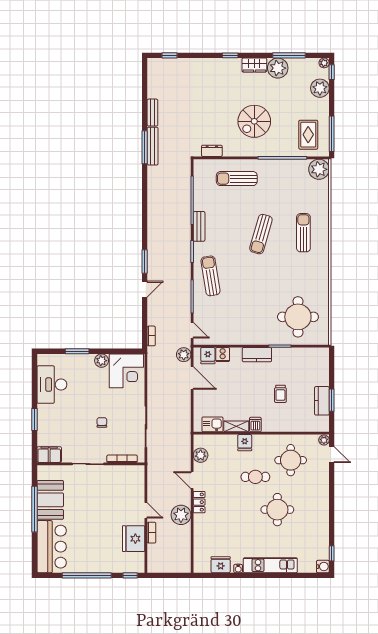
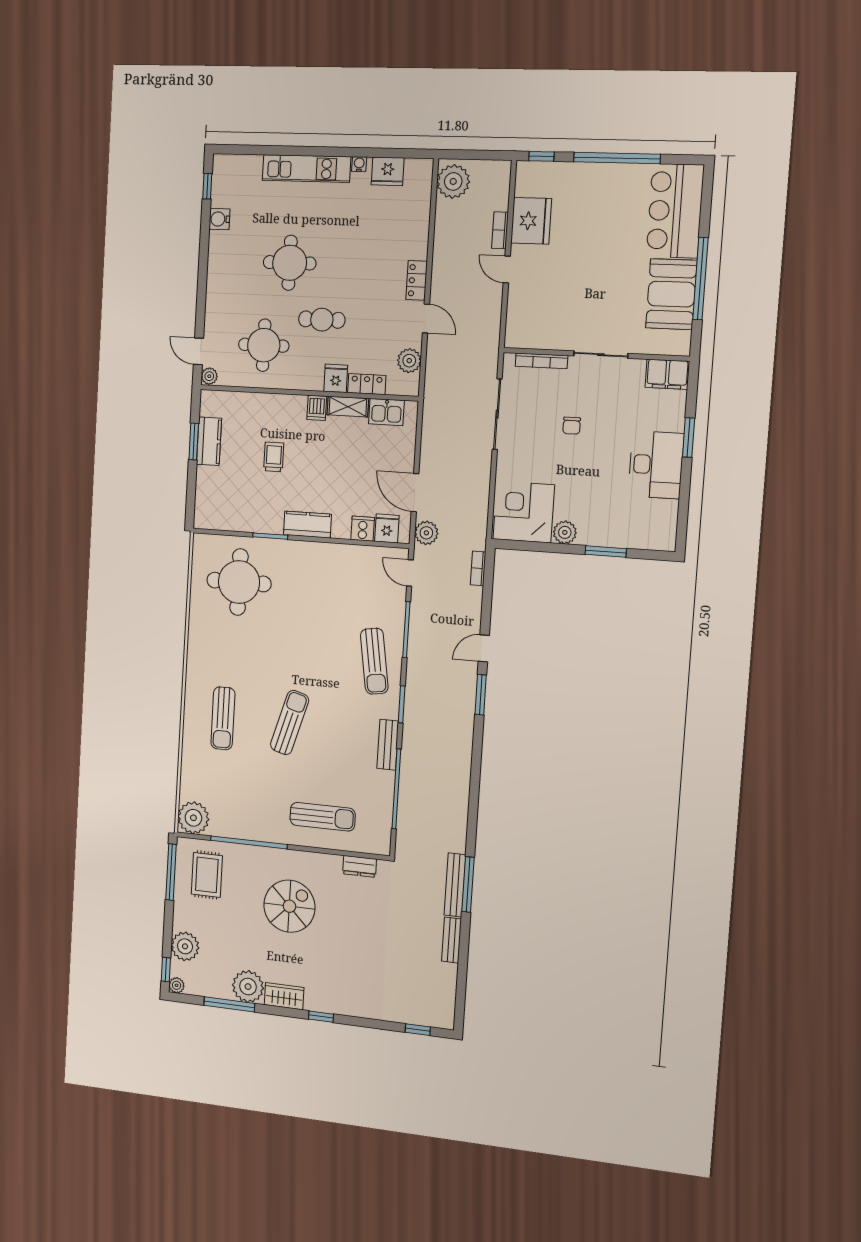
desk: (52, 385) -> (656, 465), moved
locker: (225, 440) -> (367, 384), added
plant: (181, 515) -> (453, 181), moved
water cooler: (323, 567) -> (219, 219), moved

